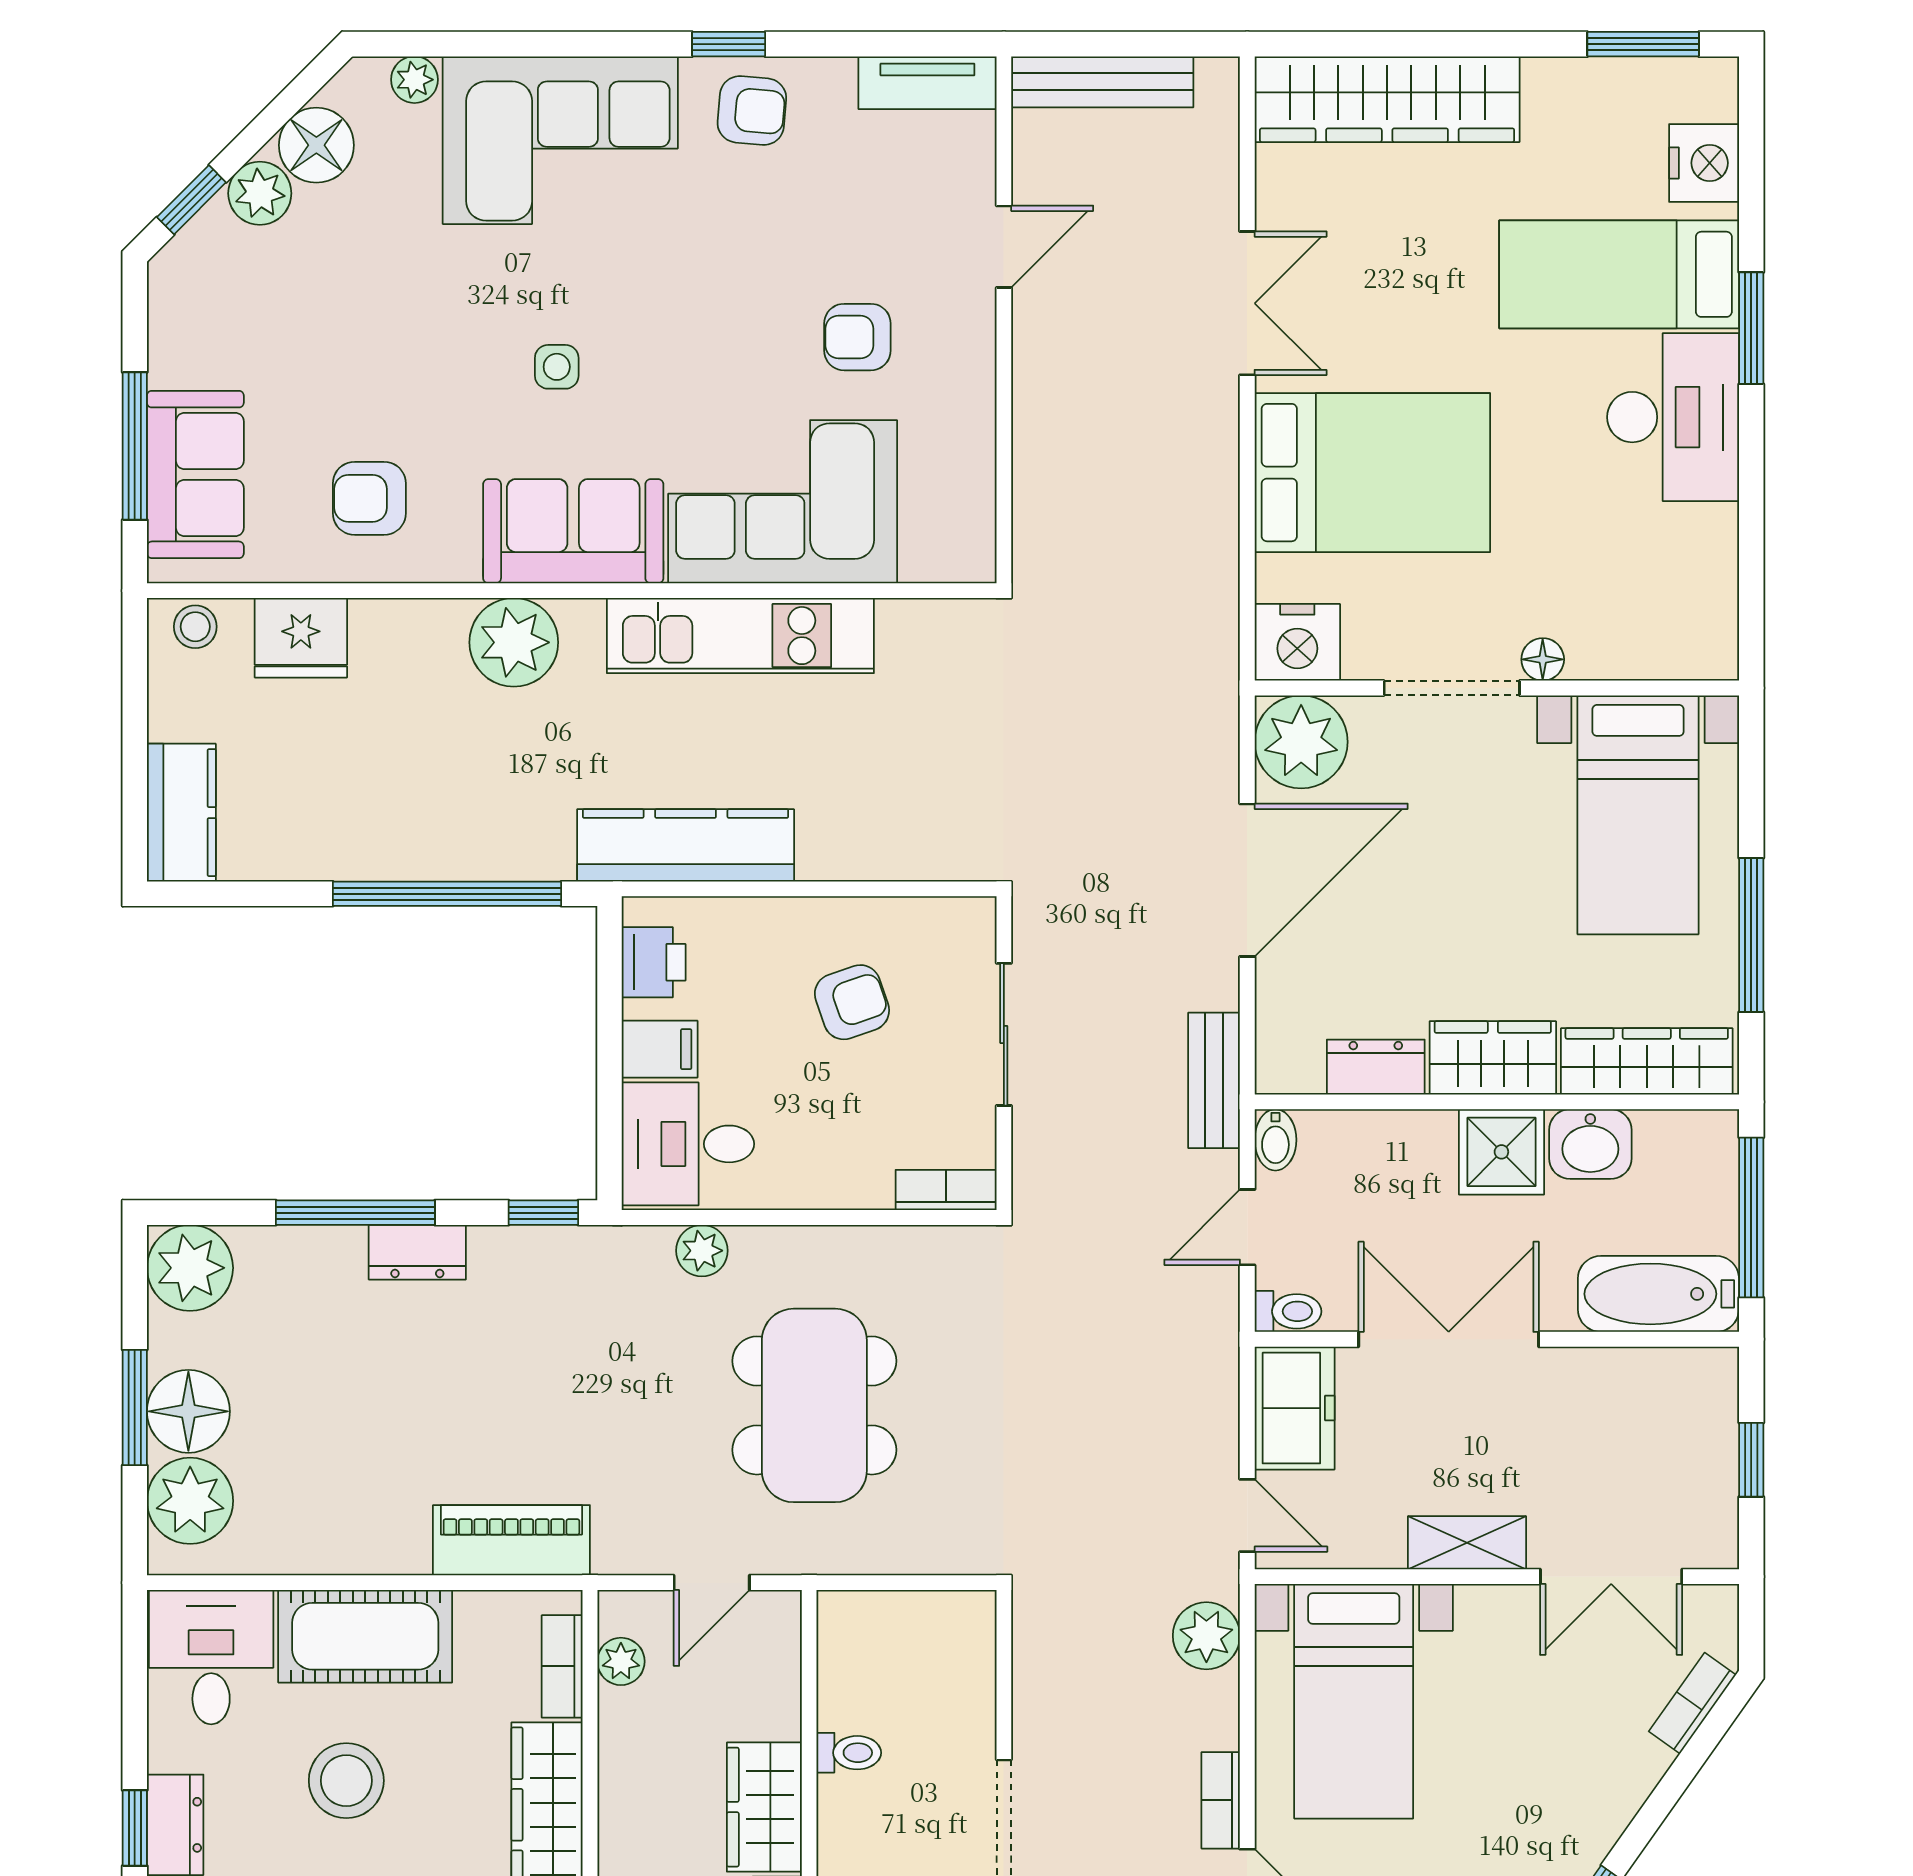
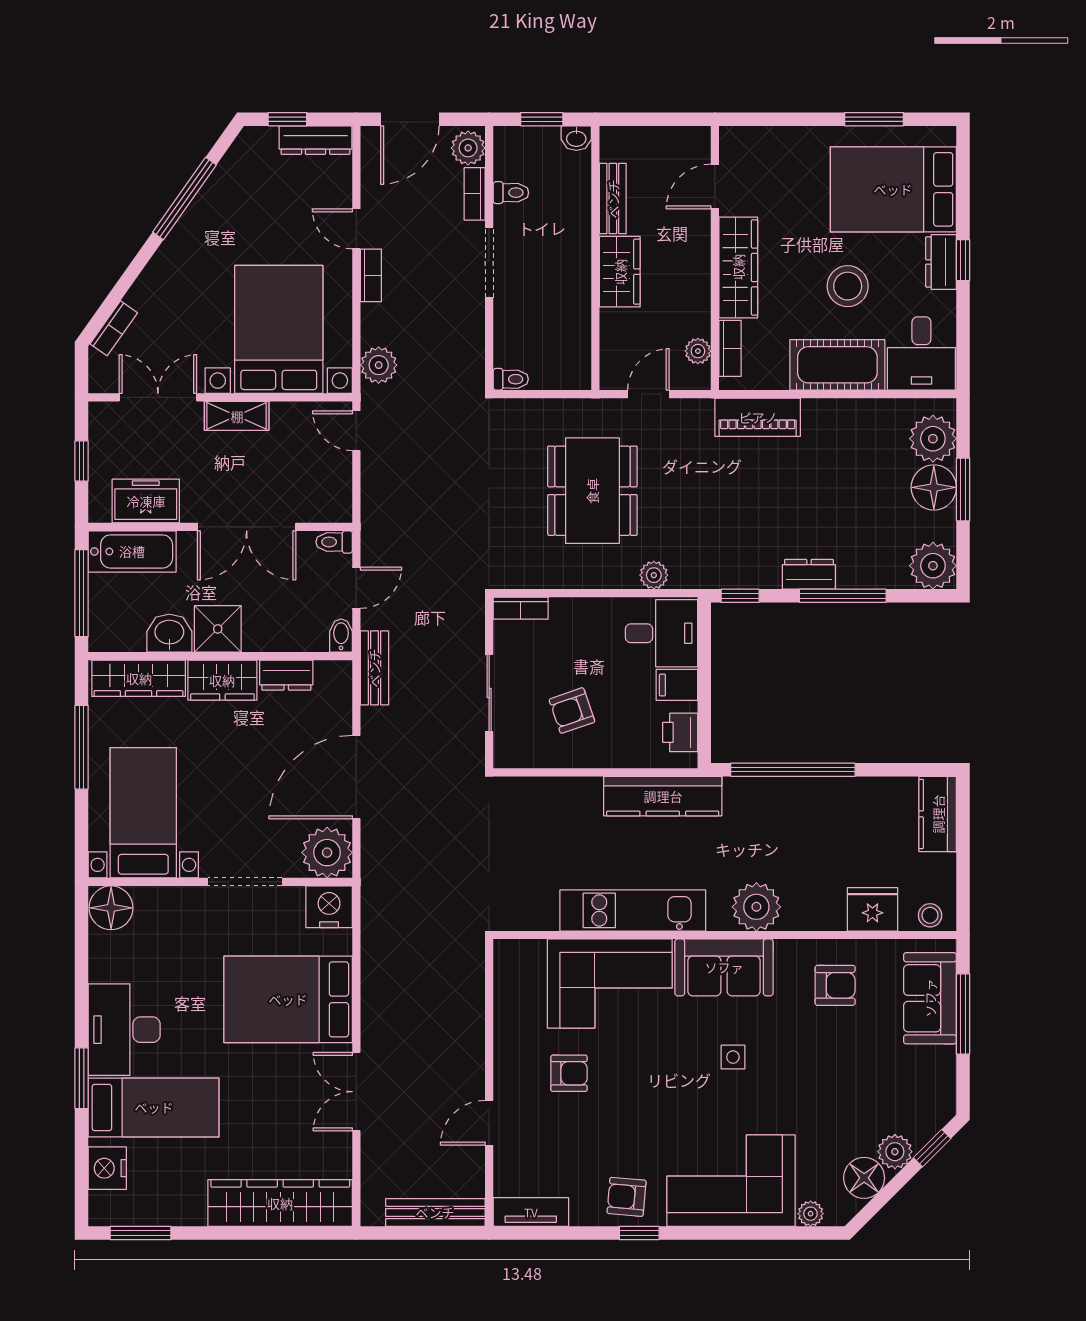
floor lamp: (1543, 659) -> (111, 908), moved, width x1.89, depth x1.89
freezer: (1295, 1408) -> (146, 501), moved, turned 90
bed with nightstands: (1354, 1701) -> (279, 329), width x1.36
toilet: (849, 1753) -> (511, 379), moved, turned 180

